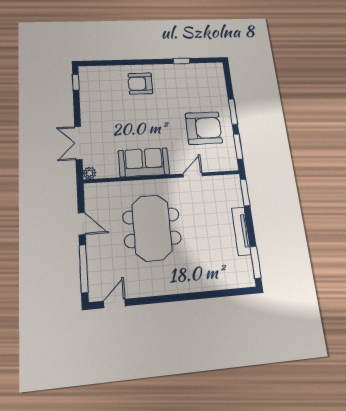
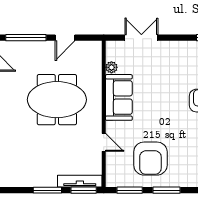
plant: (89, 173) -> (111, 67), moved
tv unit: (241, 231) -> (80, 181), moved
window: (255, 262) -> (47, 190), moved

